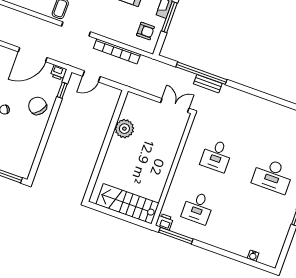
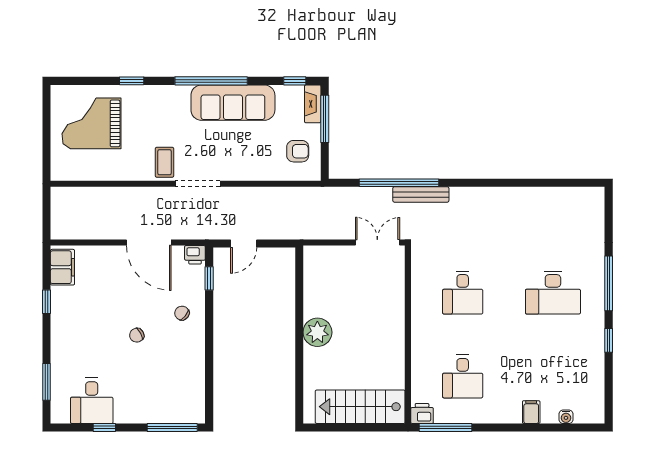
bookcase: (117, 51) -> (267, 195), removed
door: (33, 55) -> (149, 242), hinge flipped
bench: (208, 84) -> (421, 194), width x1.36
chair: (38, 106) -> (182, 313), width x0.54, depth x0.54
plant: (124, 129) -> (317, 332), moved
filing cabinet: (232, 245) -> (531, 412), added

